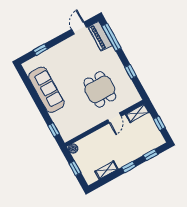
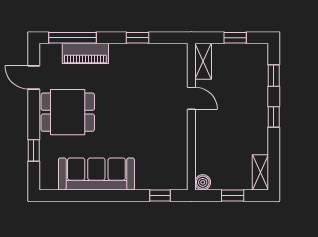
piano: (100, 36) -> (85, 53), moved
dining table: (100, 89) -> (68, 112), moved
shelving: (106, 170) -> (260, 172), moved

